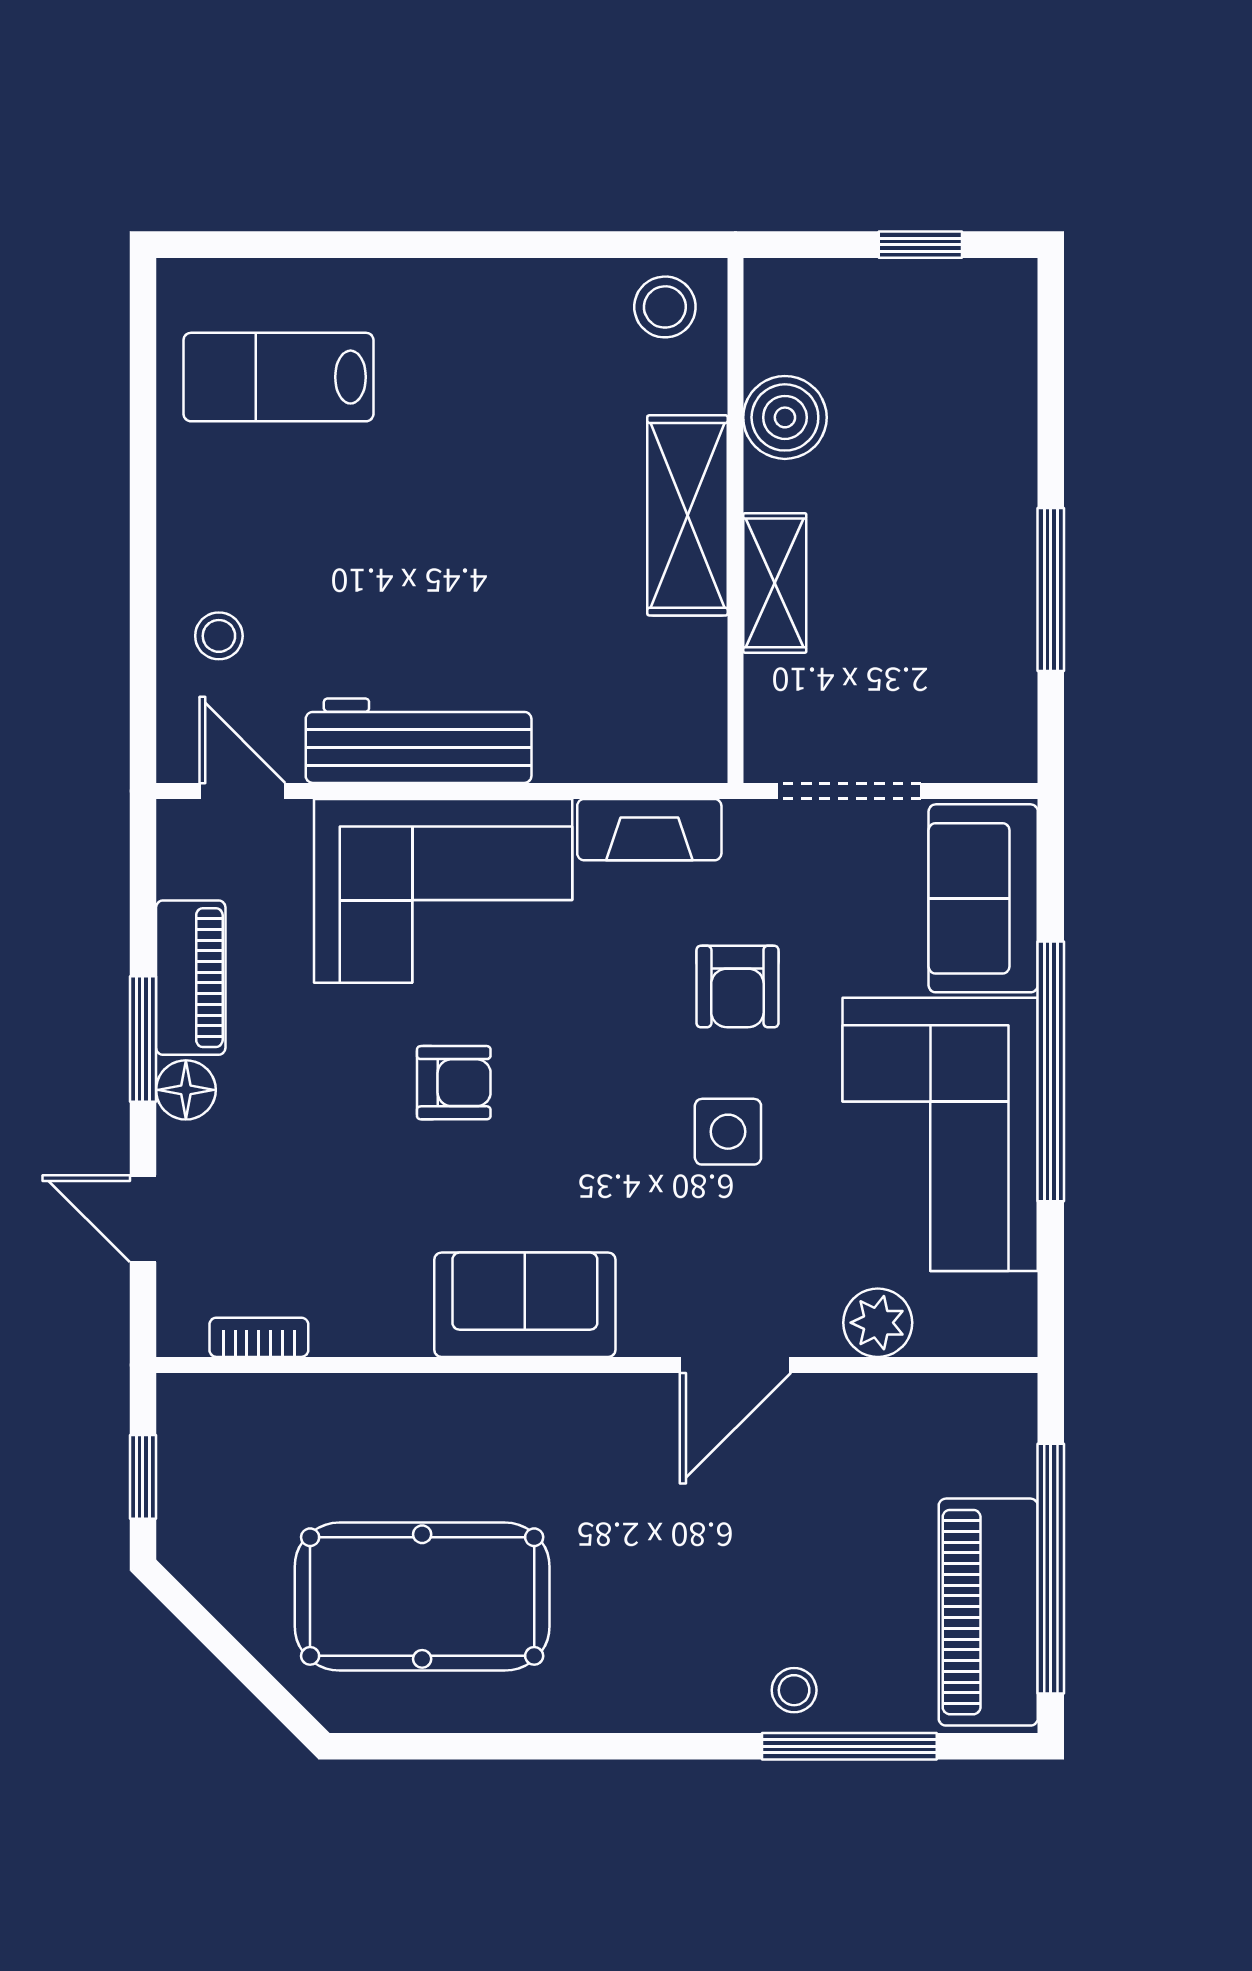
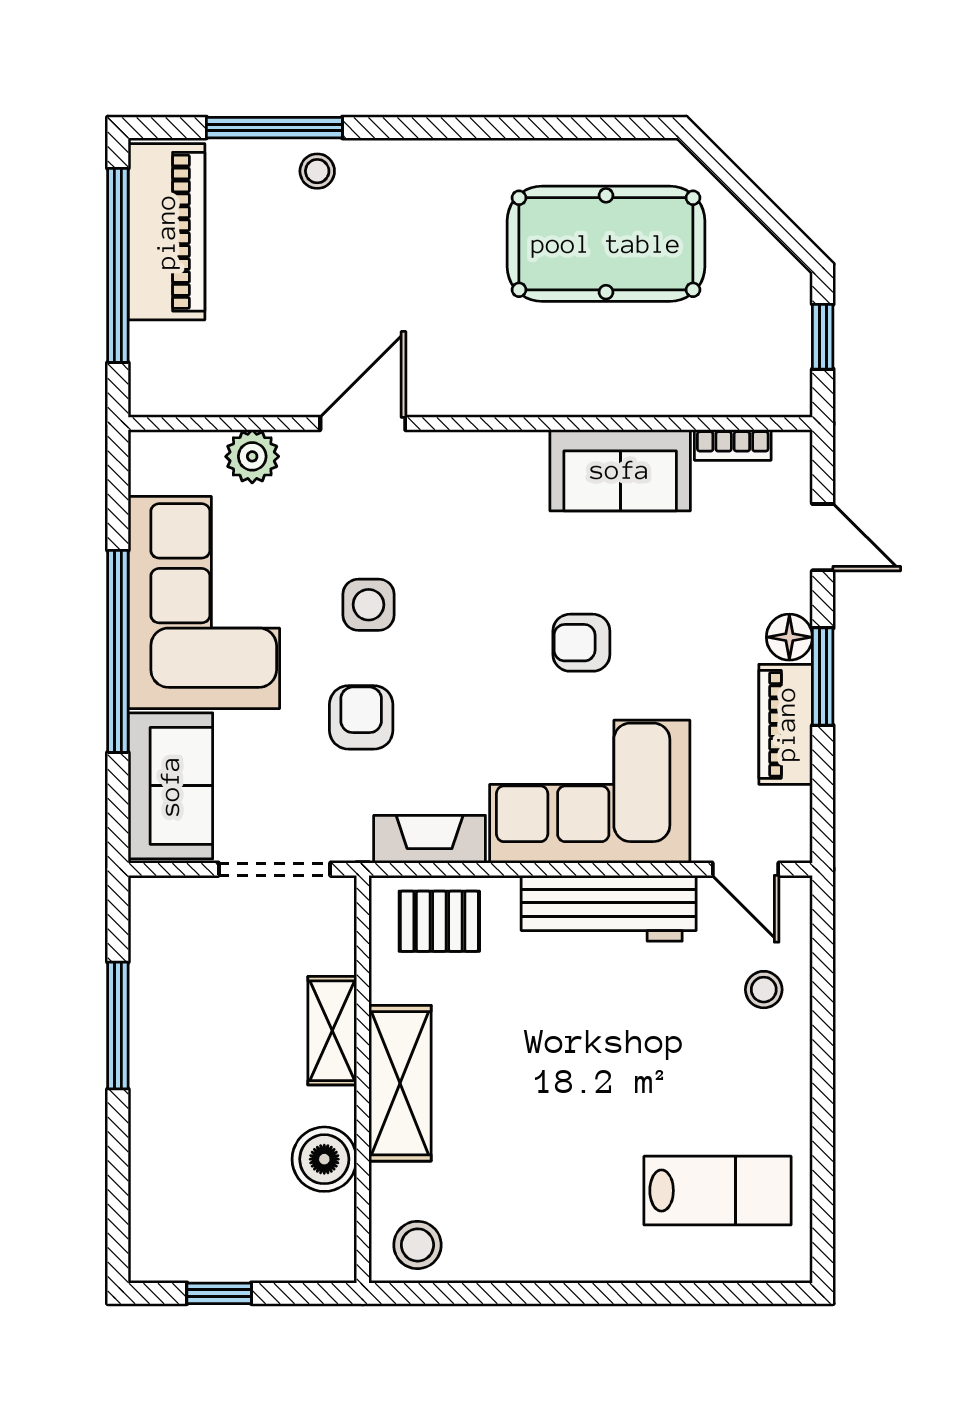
pallet: (637, 724) -> (439, 921), added
sofa: (525, 1305) -> (620, 470), moved

